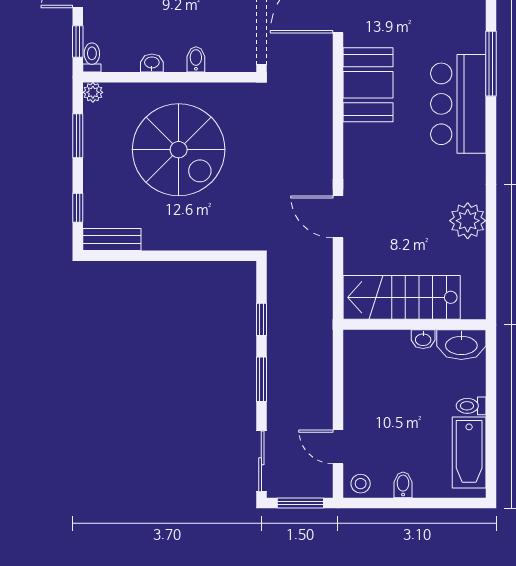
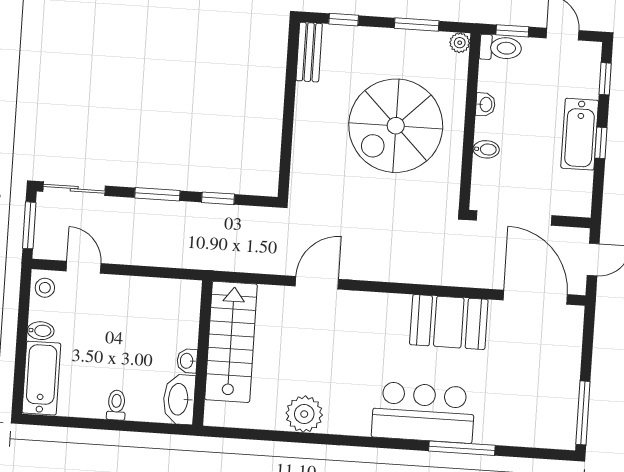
toilet: (92, 57) -> (501, 48), width x1.37, depth x1.39
door: (338, 447) -> (84, 267), hinge flipped
bathtub: (469, 453) -> (41, 378), moved, turned 90

